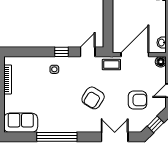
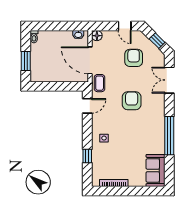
window: (61, 52) -> (87, 156), moved
door: (88, 52) -> (87, 106), swing flipped
armchair: (93, 98) -> (132, 101), turned -122

